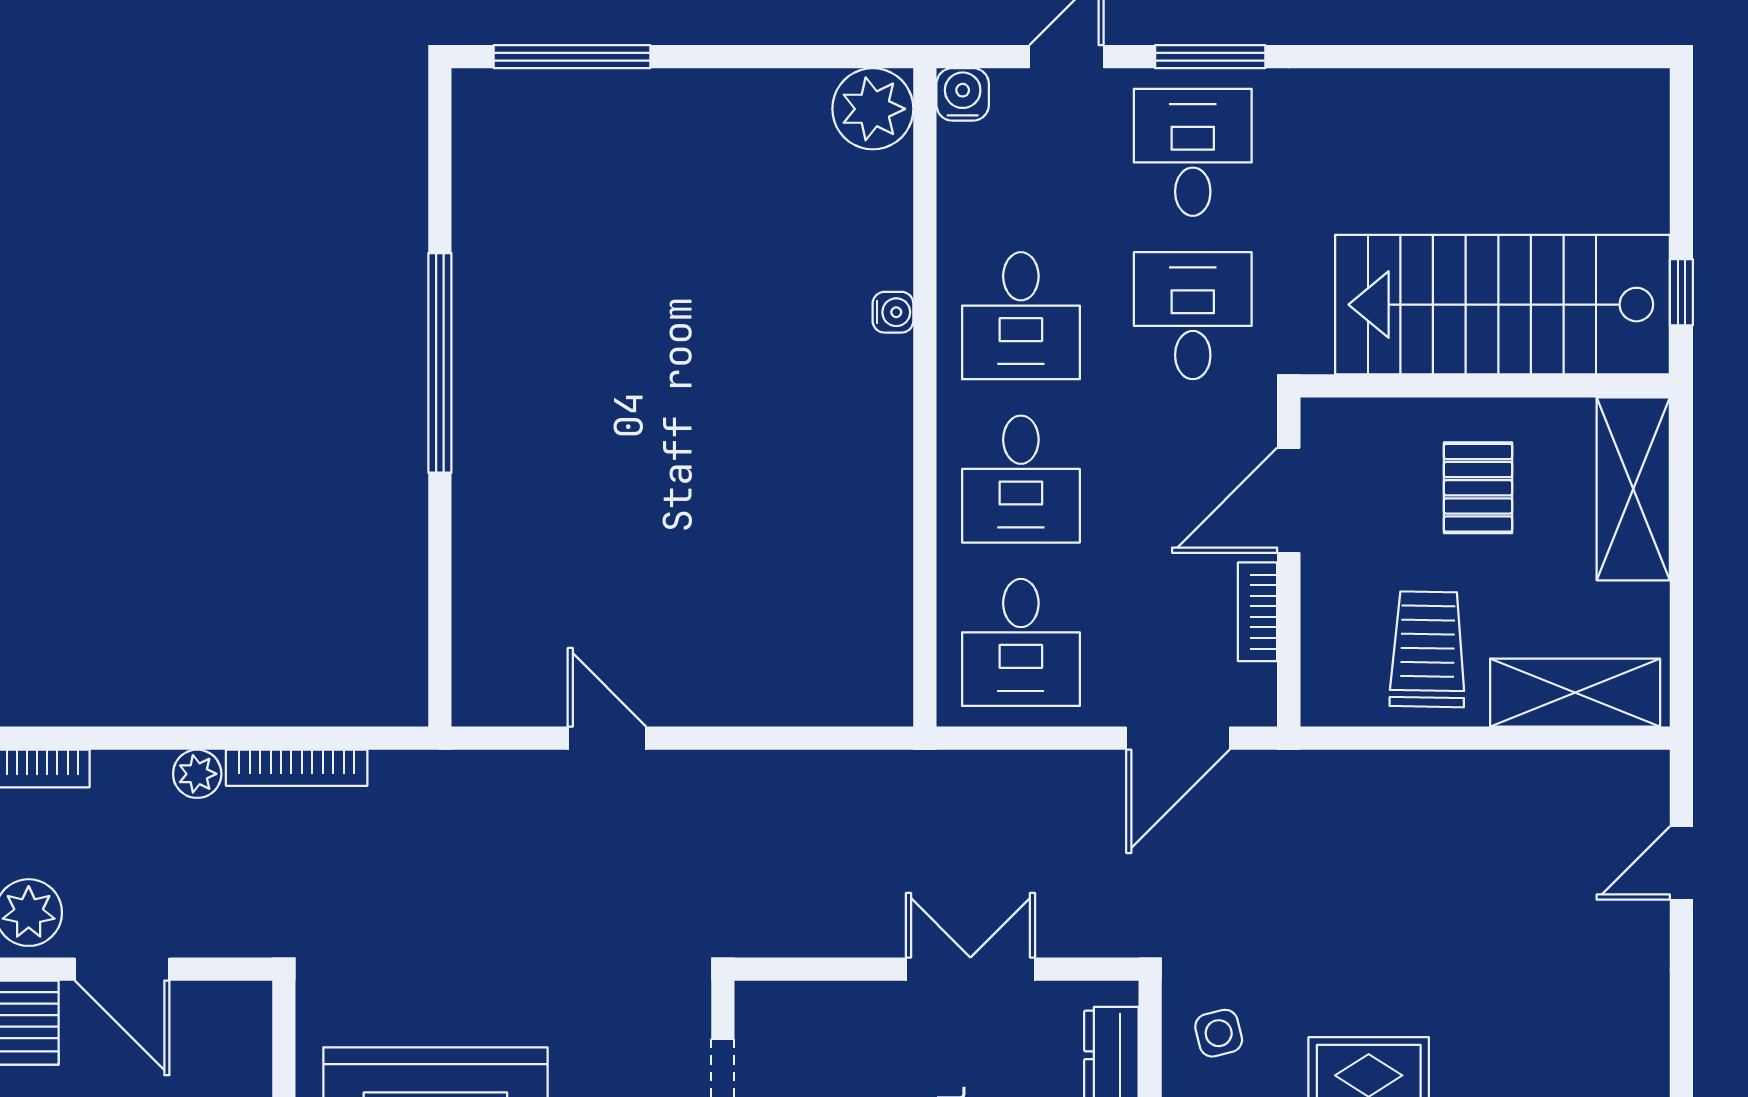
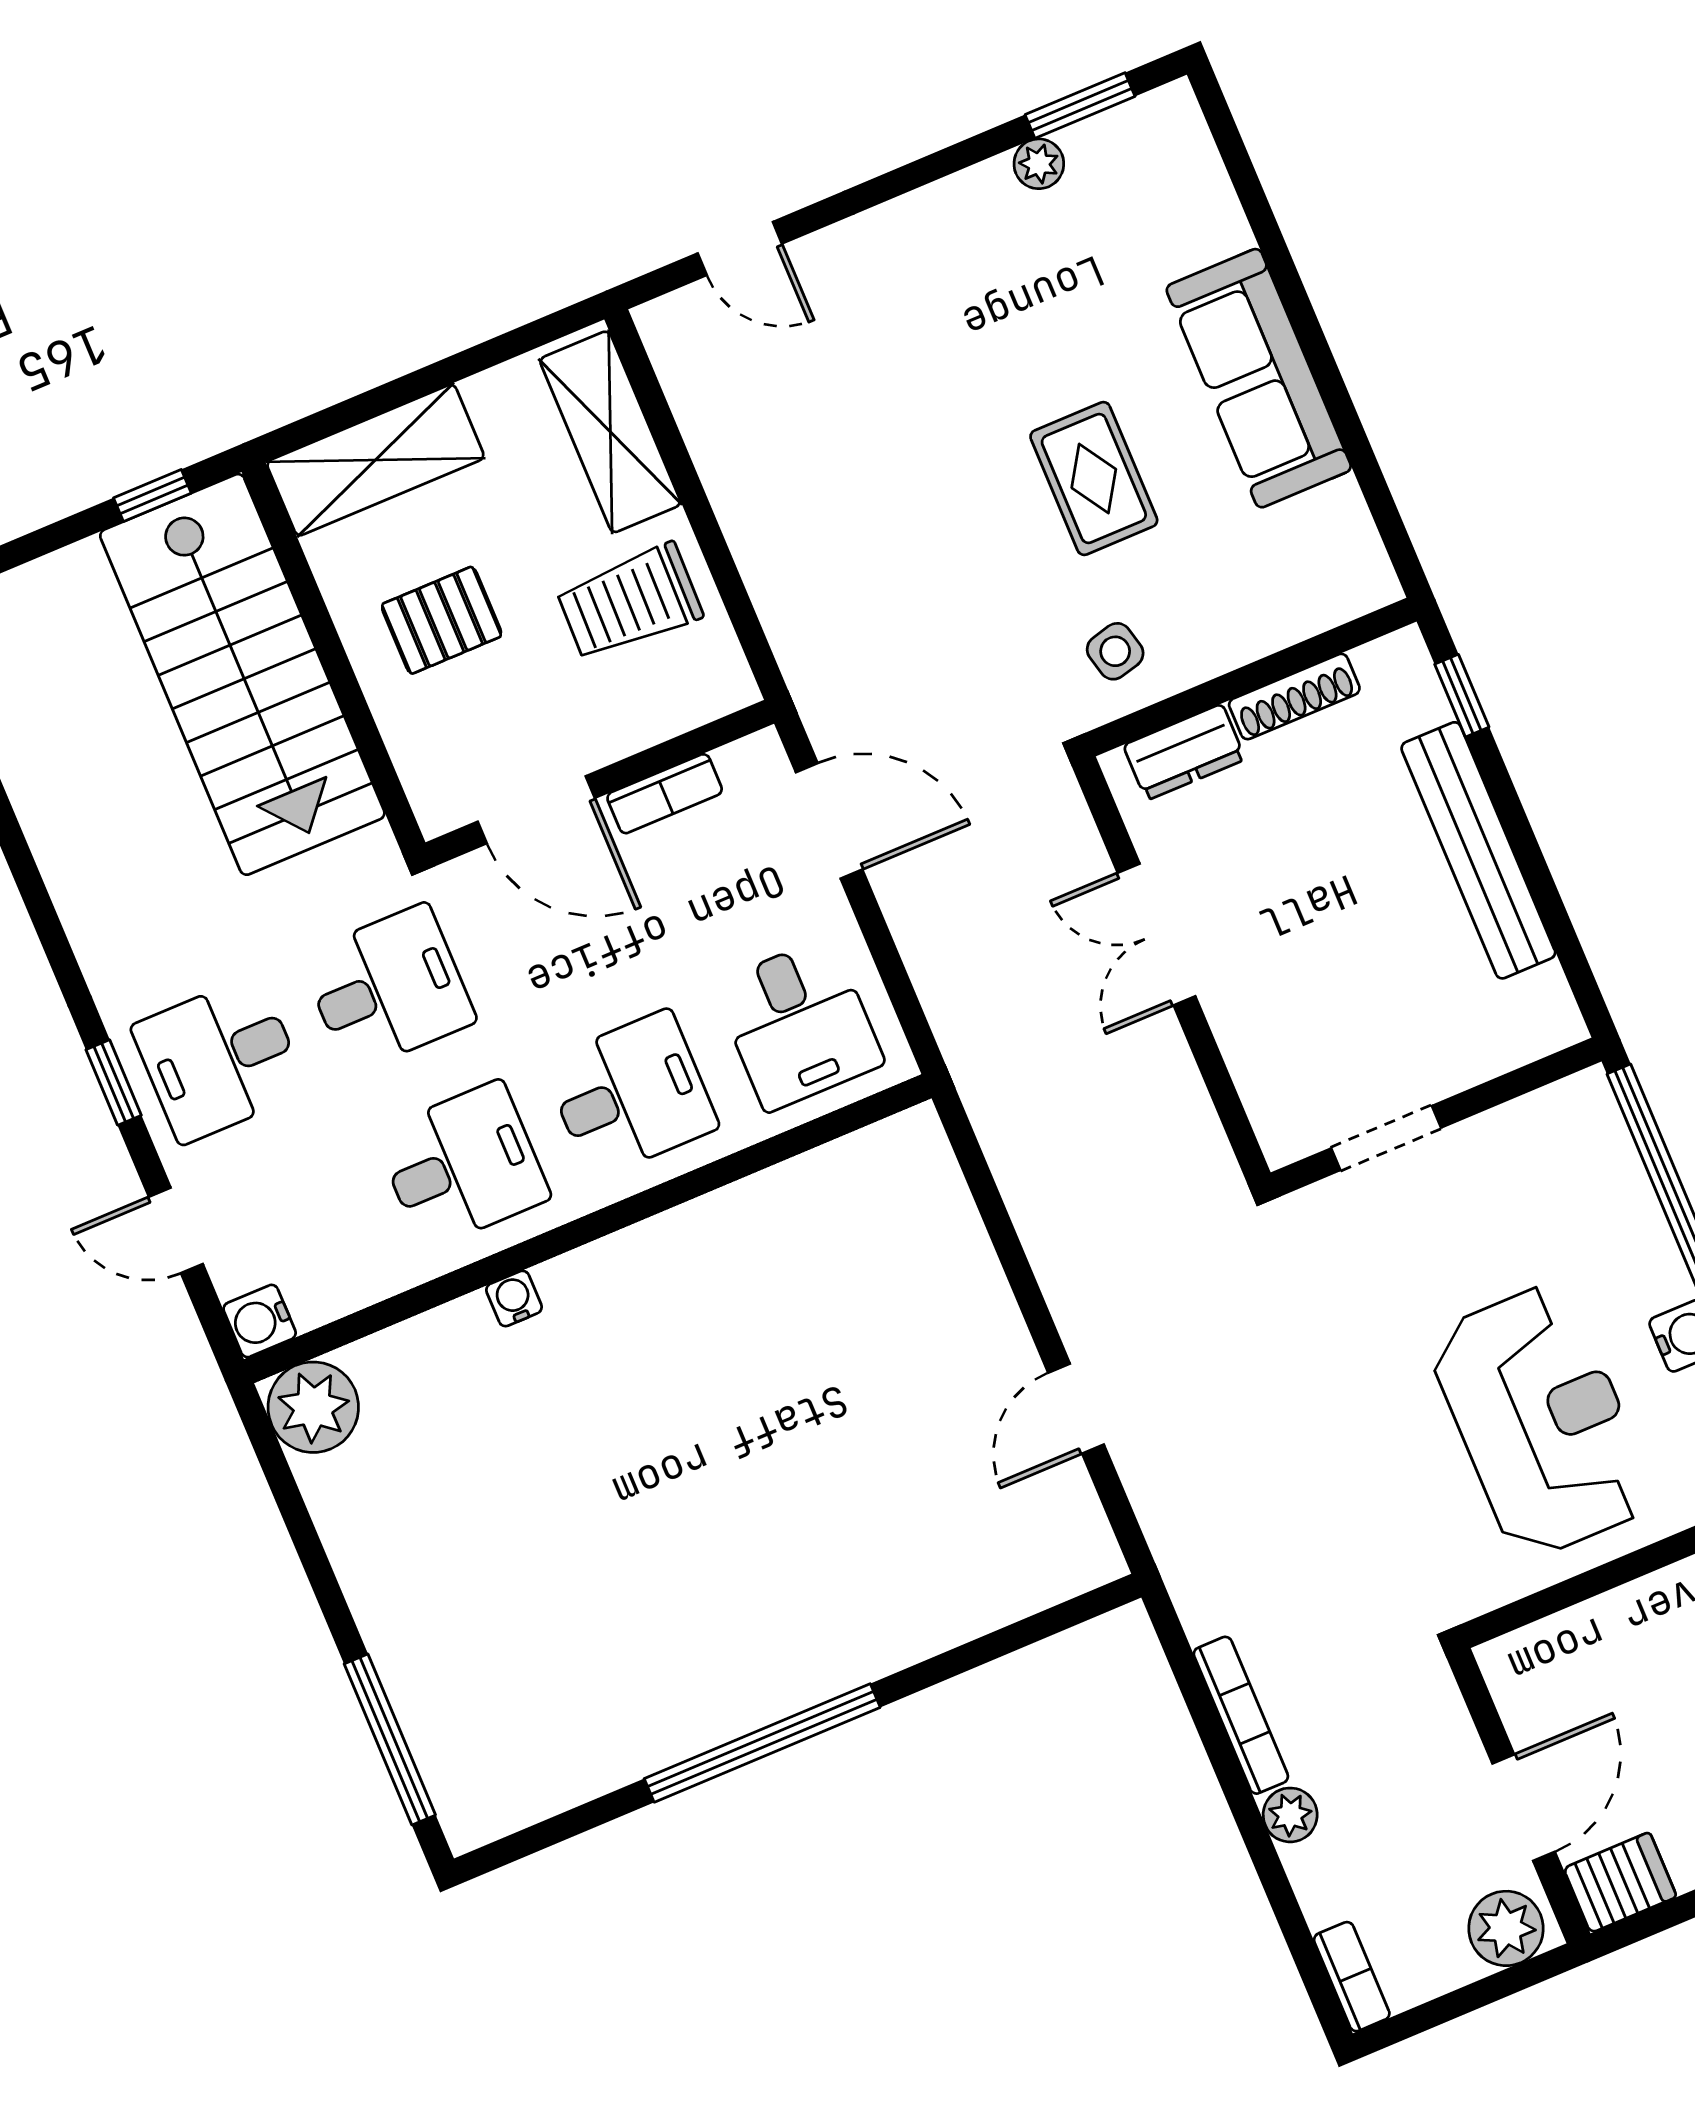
window: (1210, 57) -> (114, 1083), width x0.67
desk: (1193, 316) -> (388, 988), turned 180
desk: (1021, 642) -> (799, 1024), turned 90

